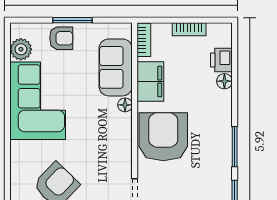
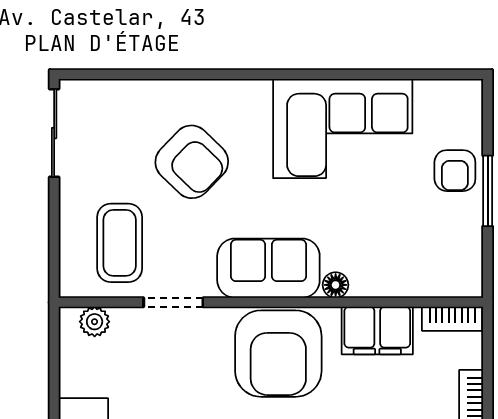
plant: (21, 49) -> (435, 98), removed
sofa: (116, 67) -> (268, 268), moved
armchair: (163, 137) -> (278, 354), turned 90

